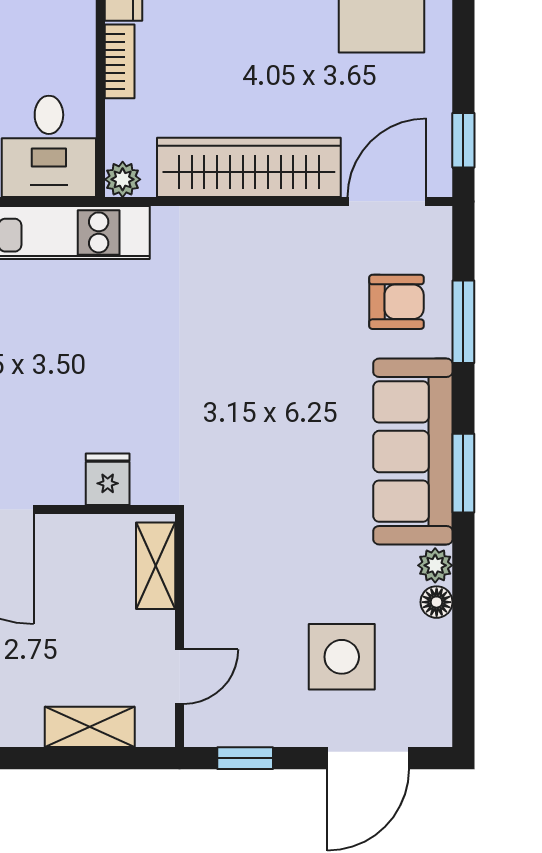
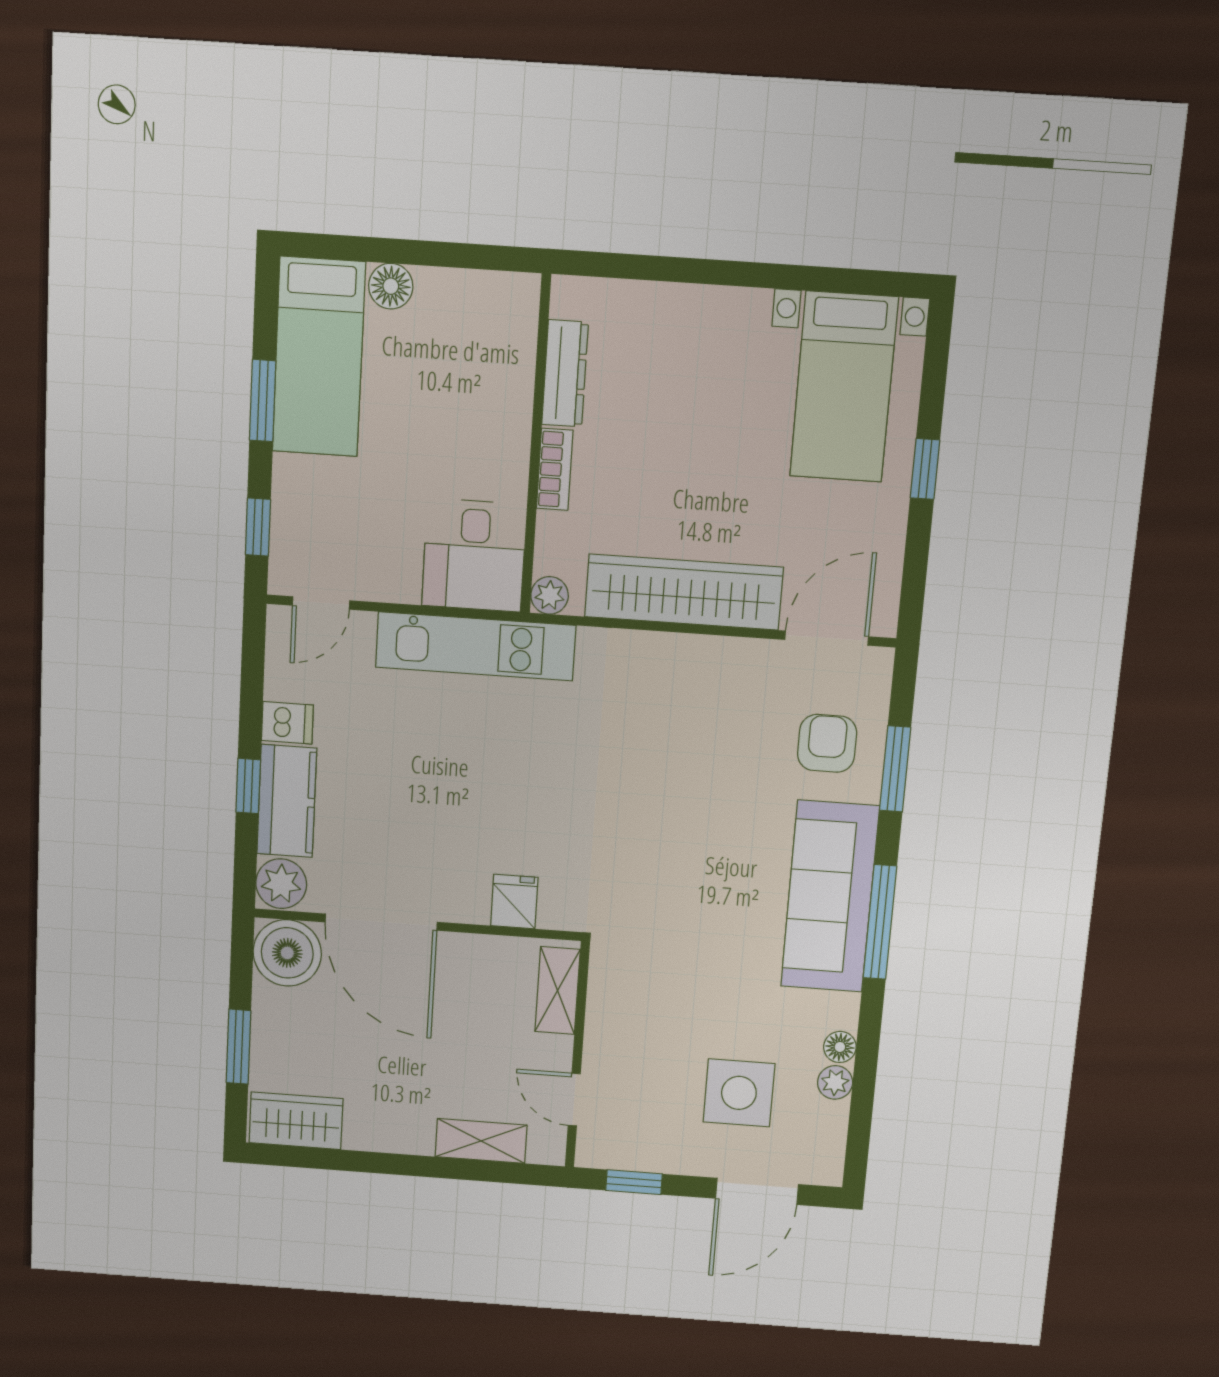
window: (463, 140) -> (925, 469), moved
armchair: (396, 302) -> (827, 743), turned -90
window: (463, 473) -> (880, 922), width x1.44
plant: (435, 565) -> (835, 1082), moved
door: (180, 677) -> (574, 1100), swing flipped

